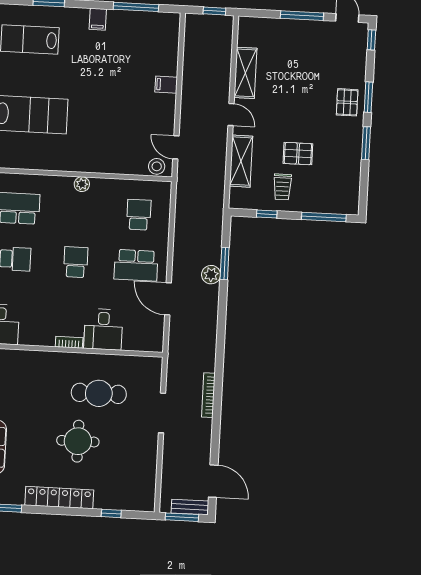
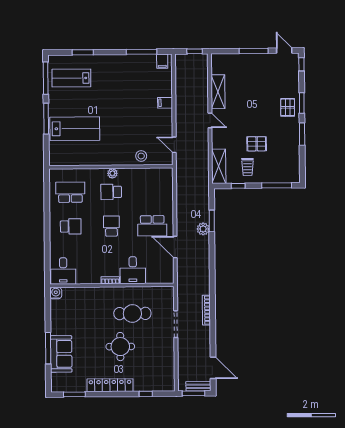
filing cabinet: (98, 19) -> (162, 61), moved
shelving: (241, 161) -> (219, 166), moved
stool: (157, 166) -> (141, 156), moved
school desk: (139, 215) -> (111, 192), moved, turned -90

